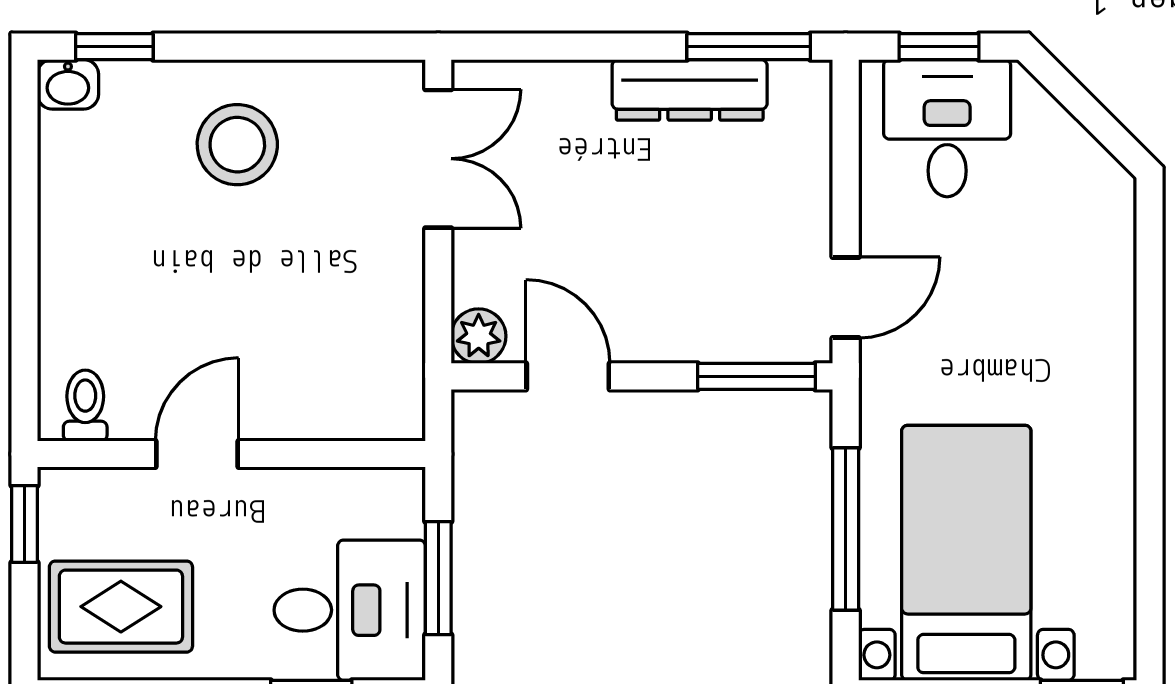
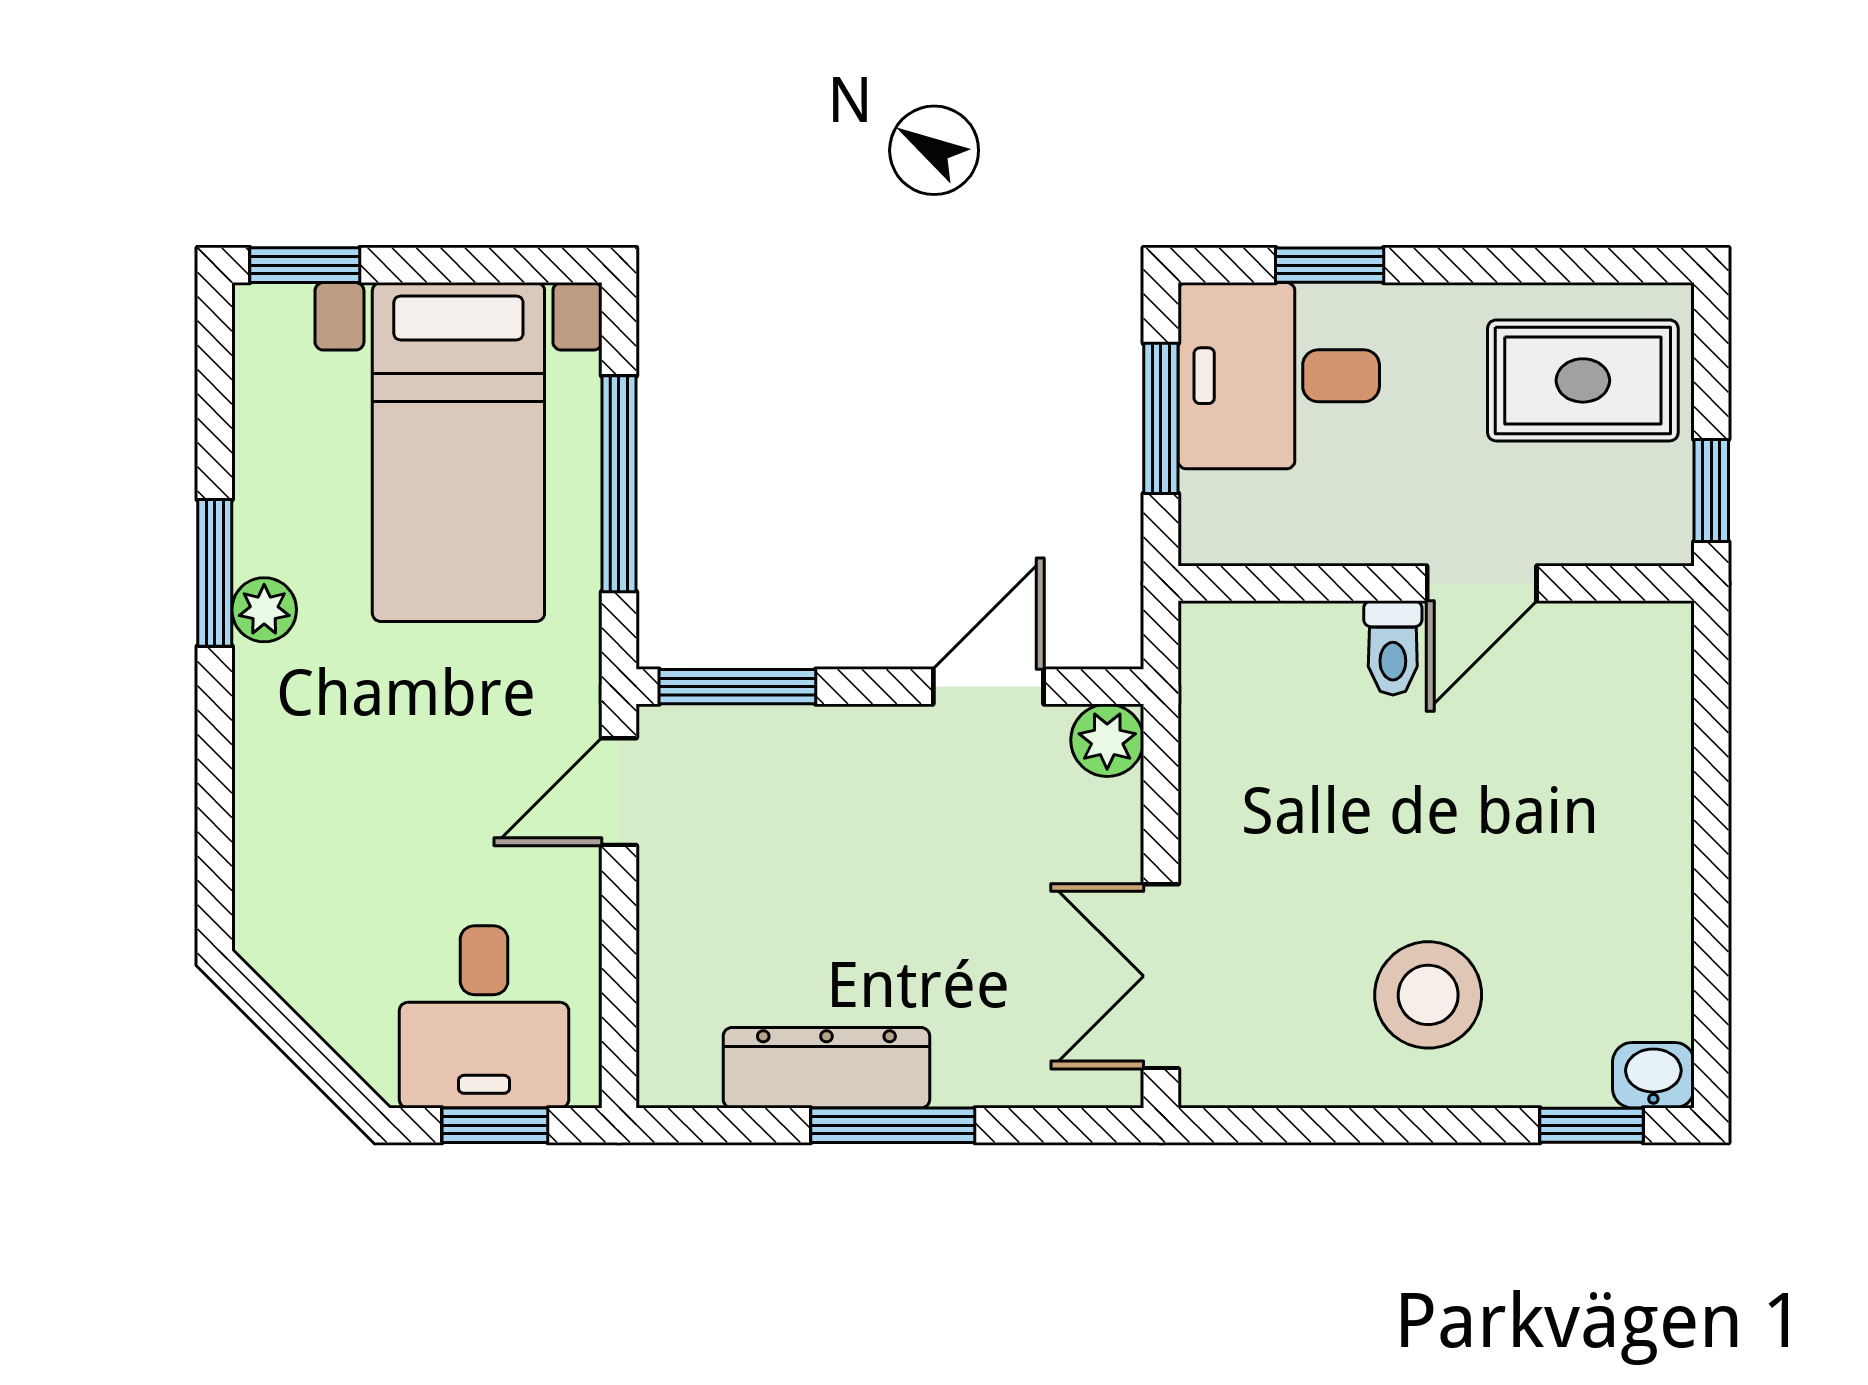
window: (749, 47) -> (893, 1125), moved
door: (568, 376) -> (988, 687), swing flipped
toilet: (85, 406) -> (1393, 648), moved
plant: (1112, 434) -> (264, 610), added
window: (1150, 462) -> (215, 573), added

